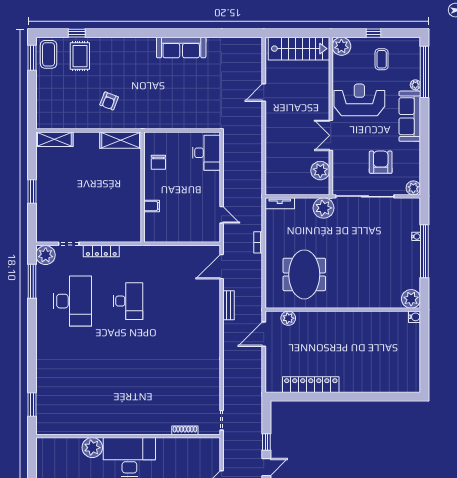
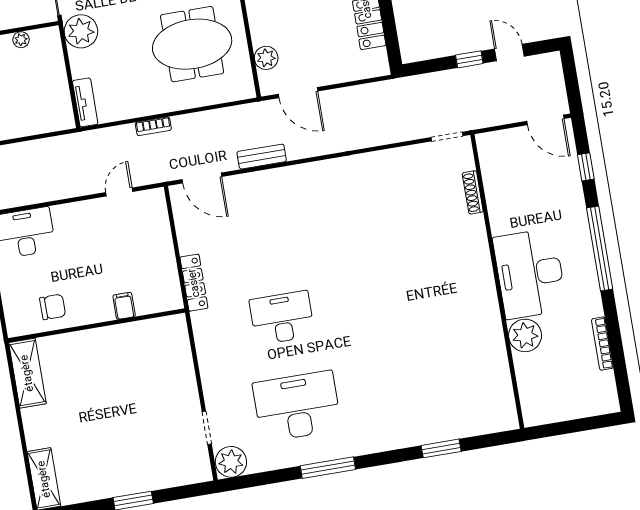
plant: (320, 171) -> (21, 40), width x0.53, depth x0.53
locker: (101, 251) -> (194, 283), moved
window: (32, 281) -> (328, 468), moved
window: (32, 405) -> (441, 448), moved

